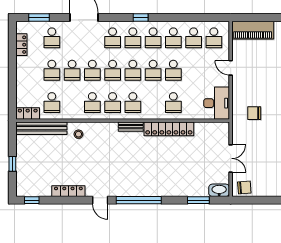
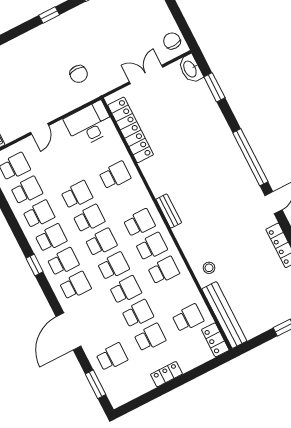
locker: (21, 45) -> (167, 374), moved
locker: (169, 129) -> (131, 130), moved

